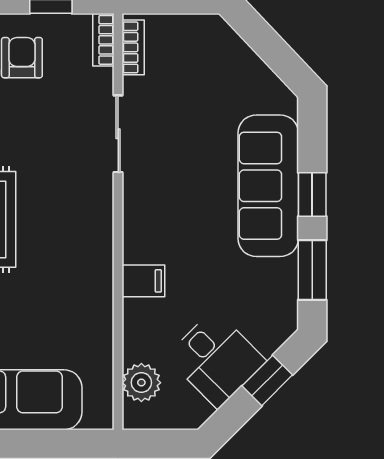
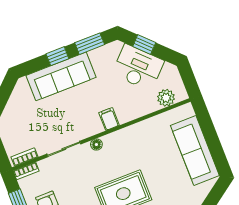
floor lamp: (101, 204) -> (96, 145), added
filing cabinet: (143, 281) -> (109, 119), moved
desk: (216, 359) -> (138, 68), width x1.37

